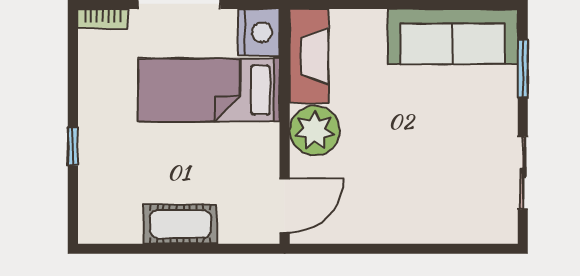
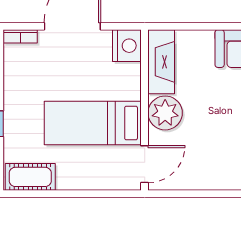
bed: (209, 90) -> (93, 123), moved
cot: (180, 224) -> (30, 177), moved

